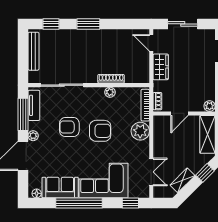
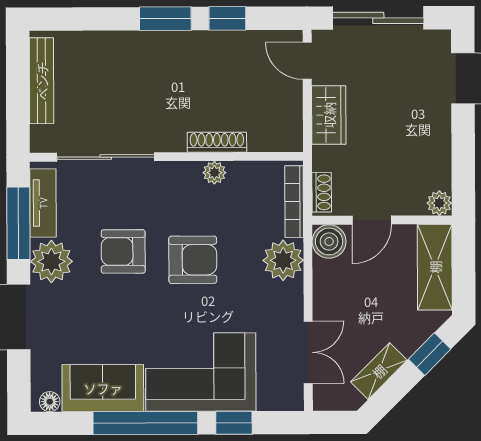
window: (51, 24) -> (227, 18), moved
sliding door: (183, 24) -> (378, 18), width x1.37
boiler: (161, 123) -> (329, 241), added
plant: (33, 136) -> (51, 261), width x1.88, depth x1.88
window: (130, 203) -> (234, 423), moved

